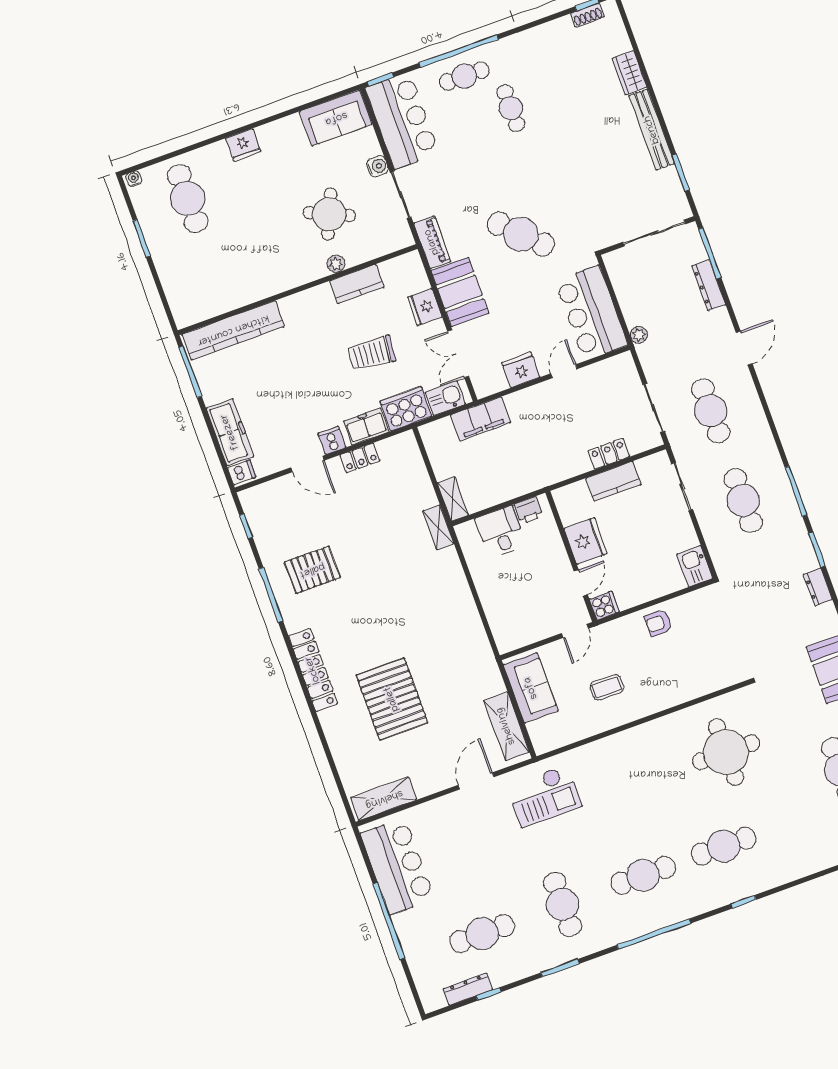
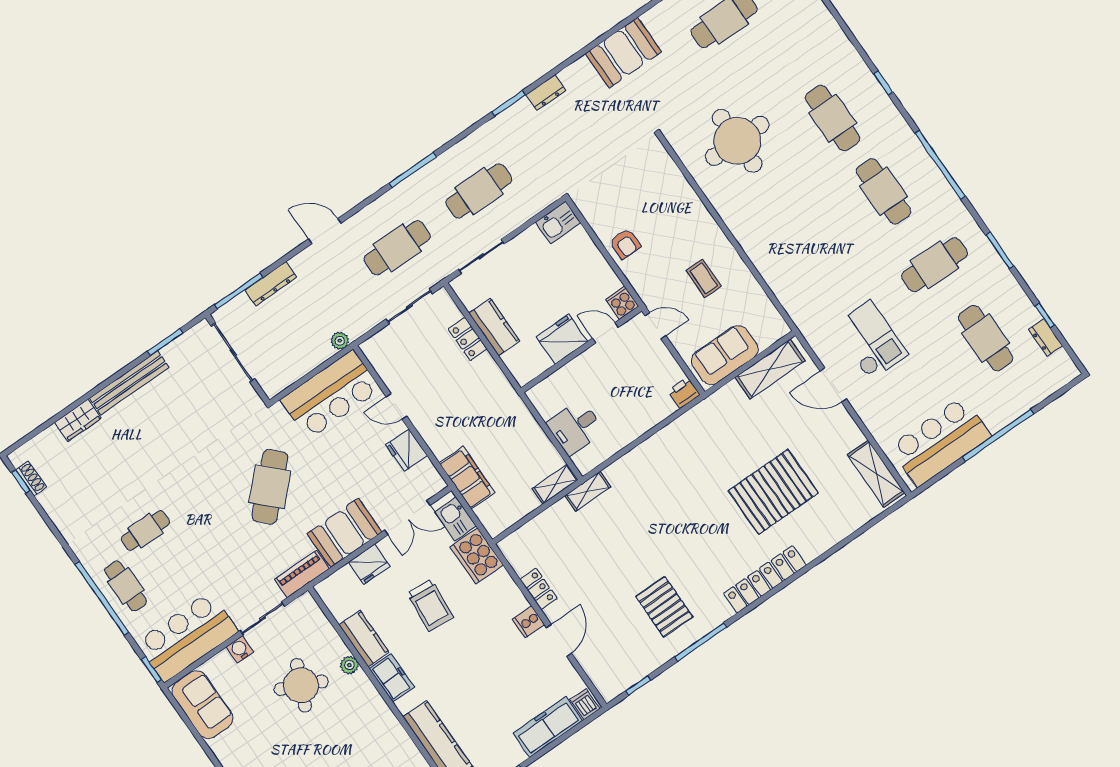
freezer: (366, 426) -> (392, 678), moved, turned 180
window: (796, 491) -> (413, 170), moved
printer: (528, 510) -> (684, 393), moved, turned -90
checkout: (544, 796) -> (870, 340), moved
dresser: (468, 989) -> (1046, 337), width x0.70

